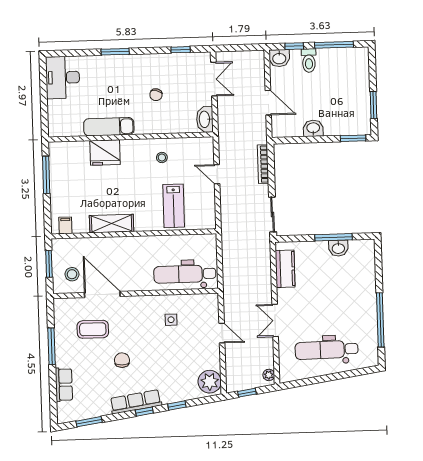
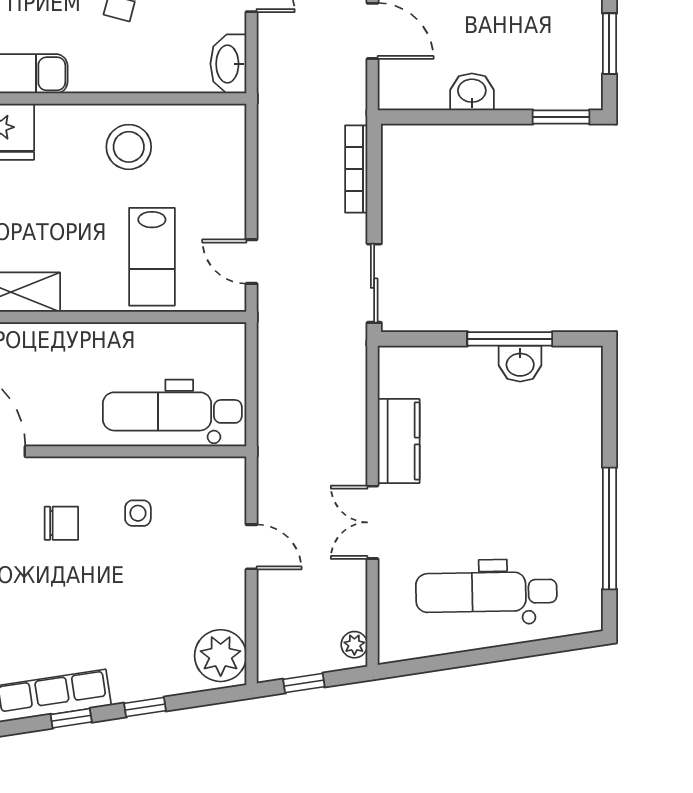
stool: (162, 157) -> (129, 147), width x1.89, depth x1.89
door: (217, 174) -> (251, 262), moved
kitchen counter: (285, 269) -> (399, 441), moved
chair: (122, 360) -> (61, 523), moved, turned 90

